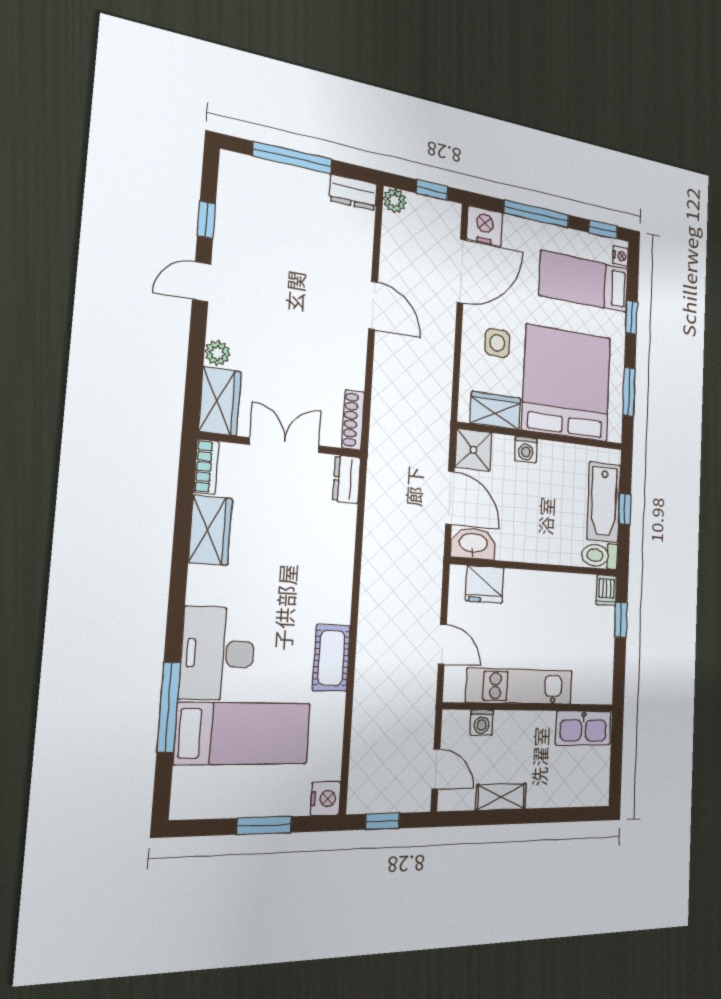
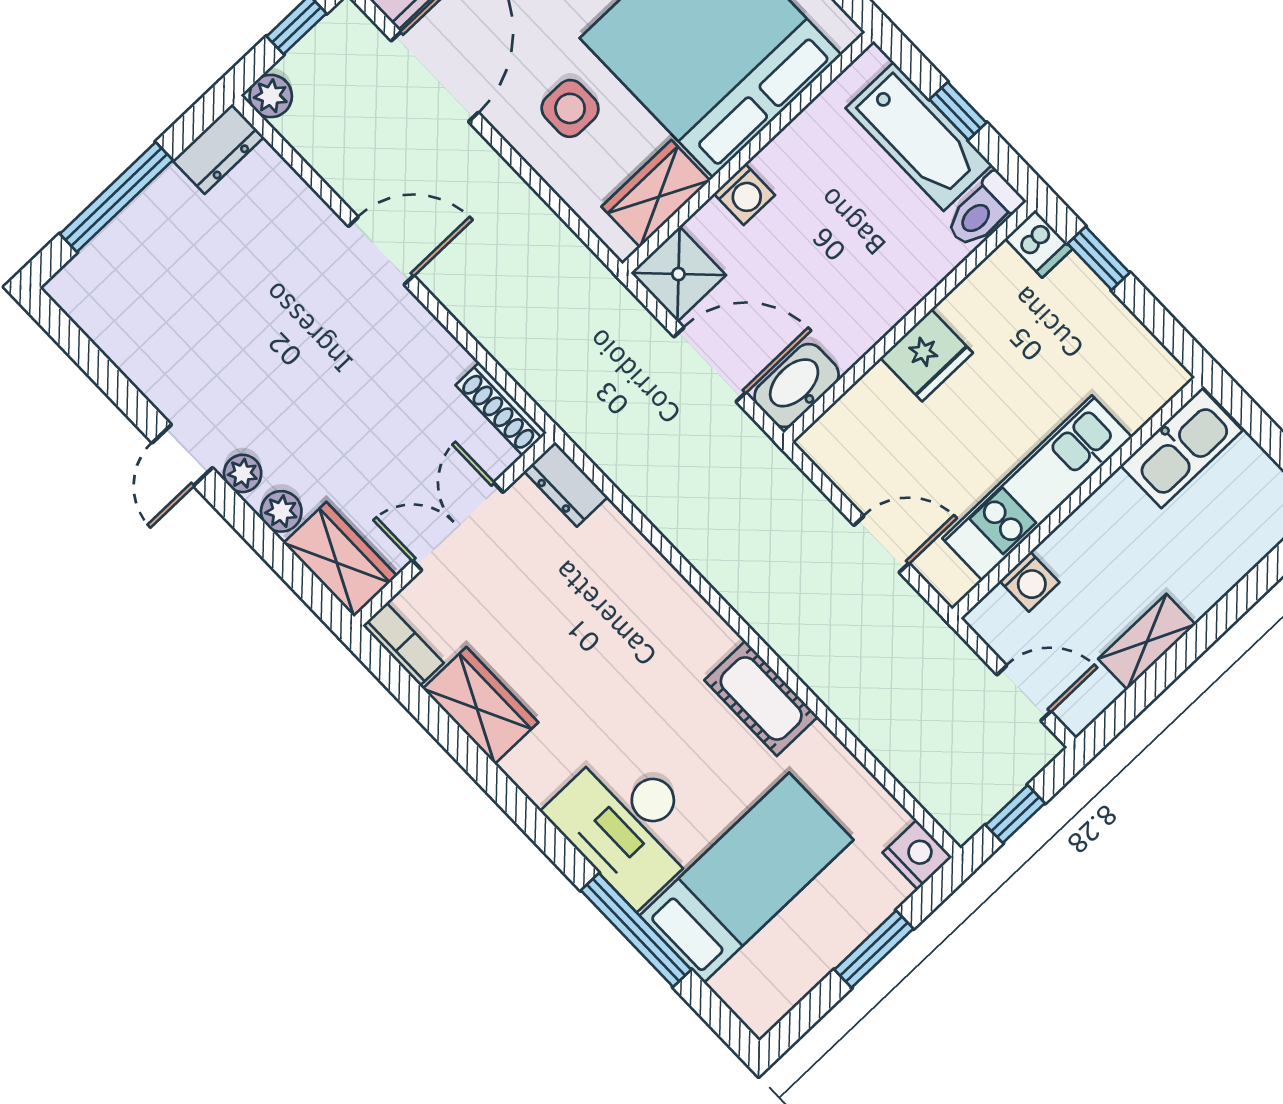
window: (206, 220) -> (113, 383), removed
plant: (219, 319) -> (243, 473), added
fridge: (485, 584) -> (927, 355), moved

